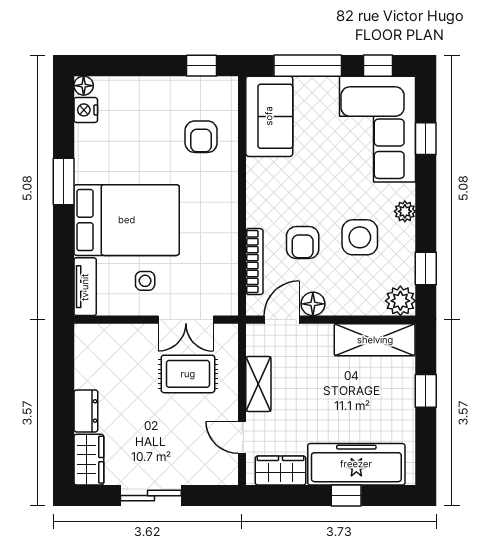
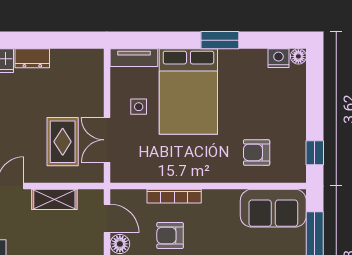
bookcase: (254, 262) -> (174, 196), moved

